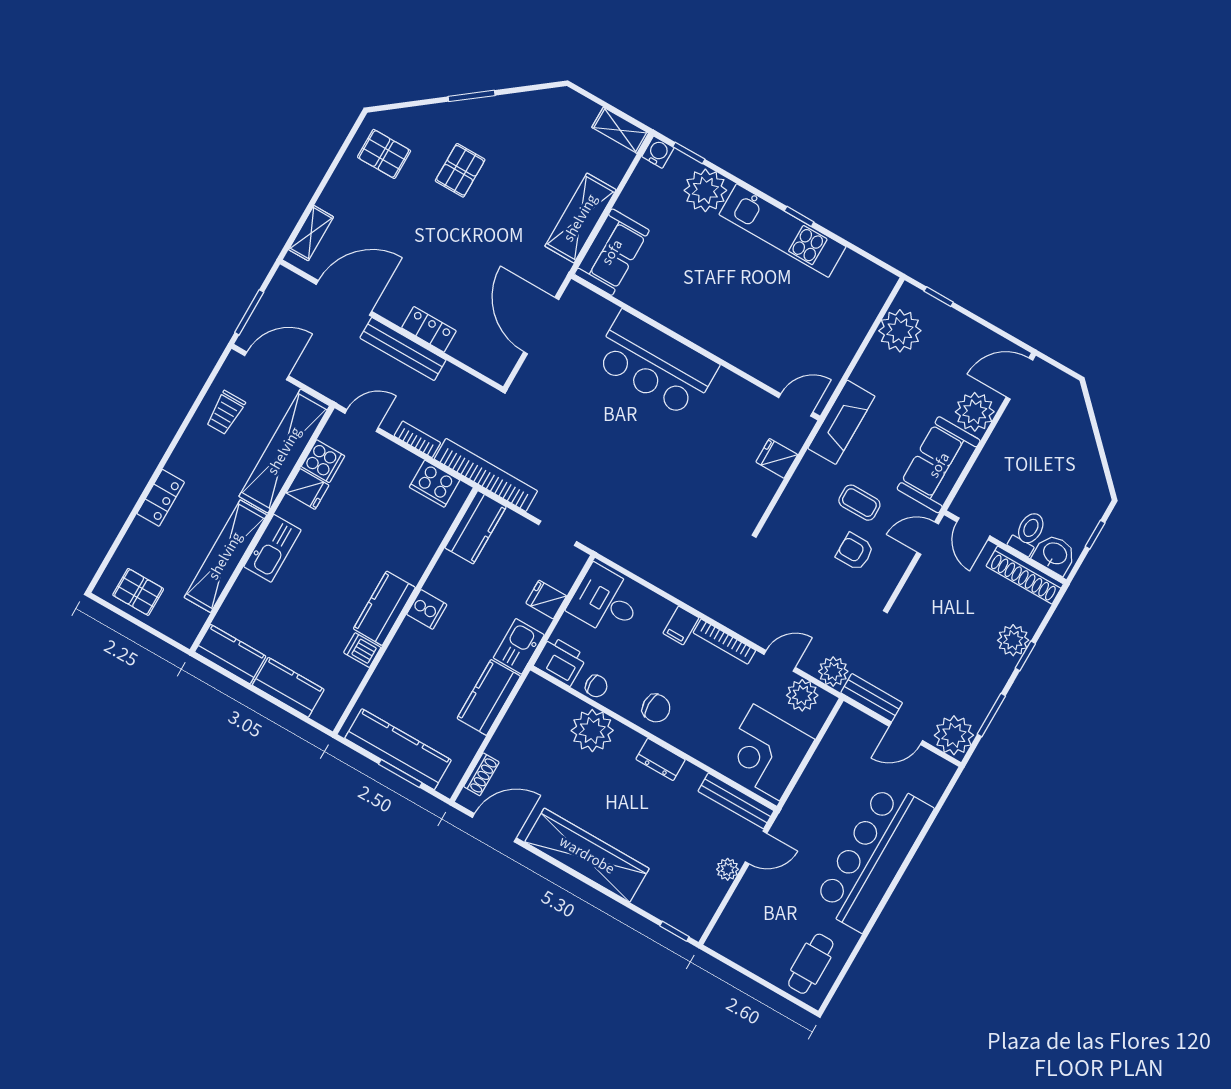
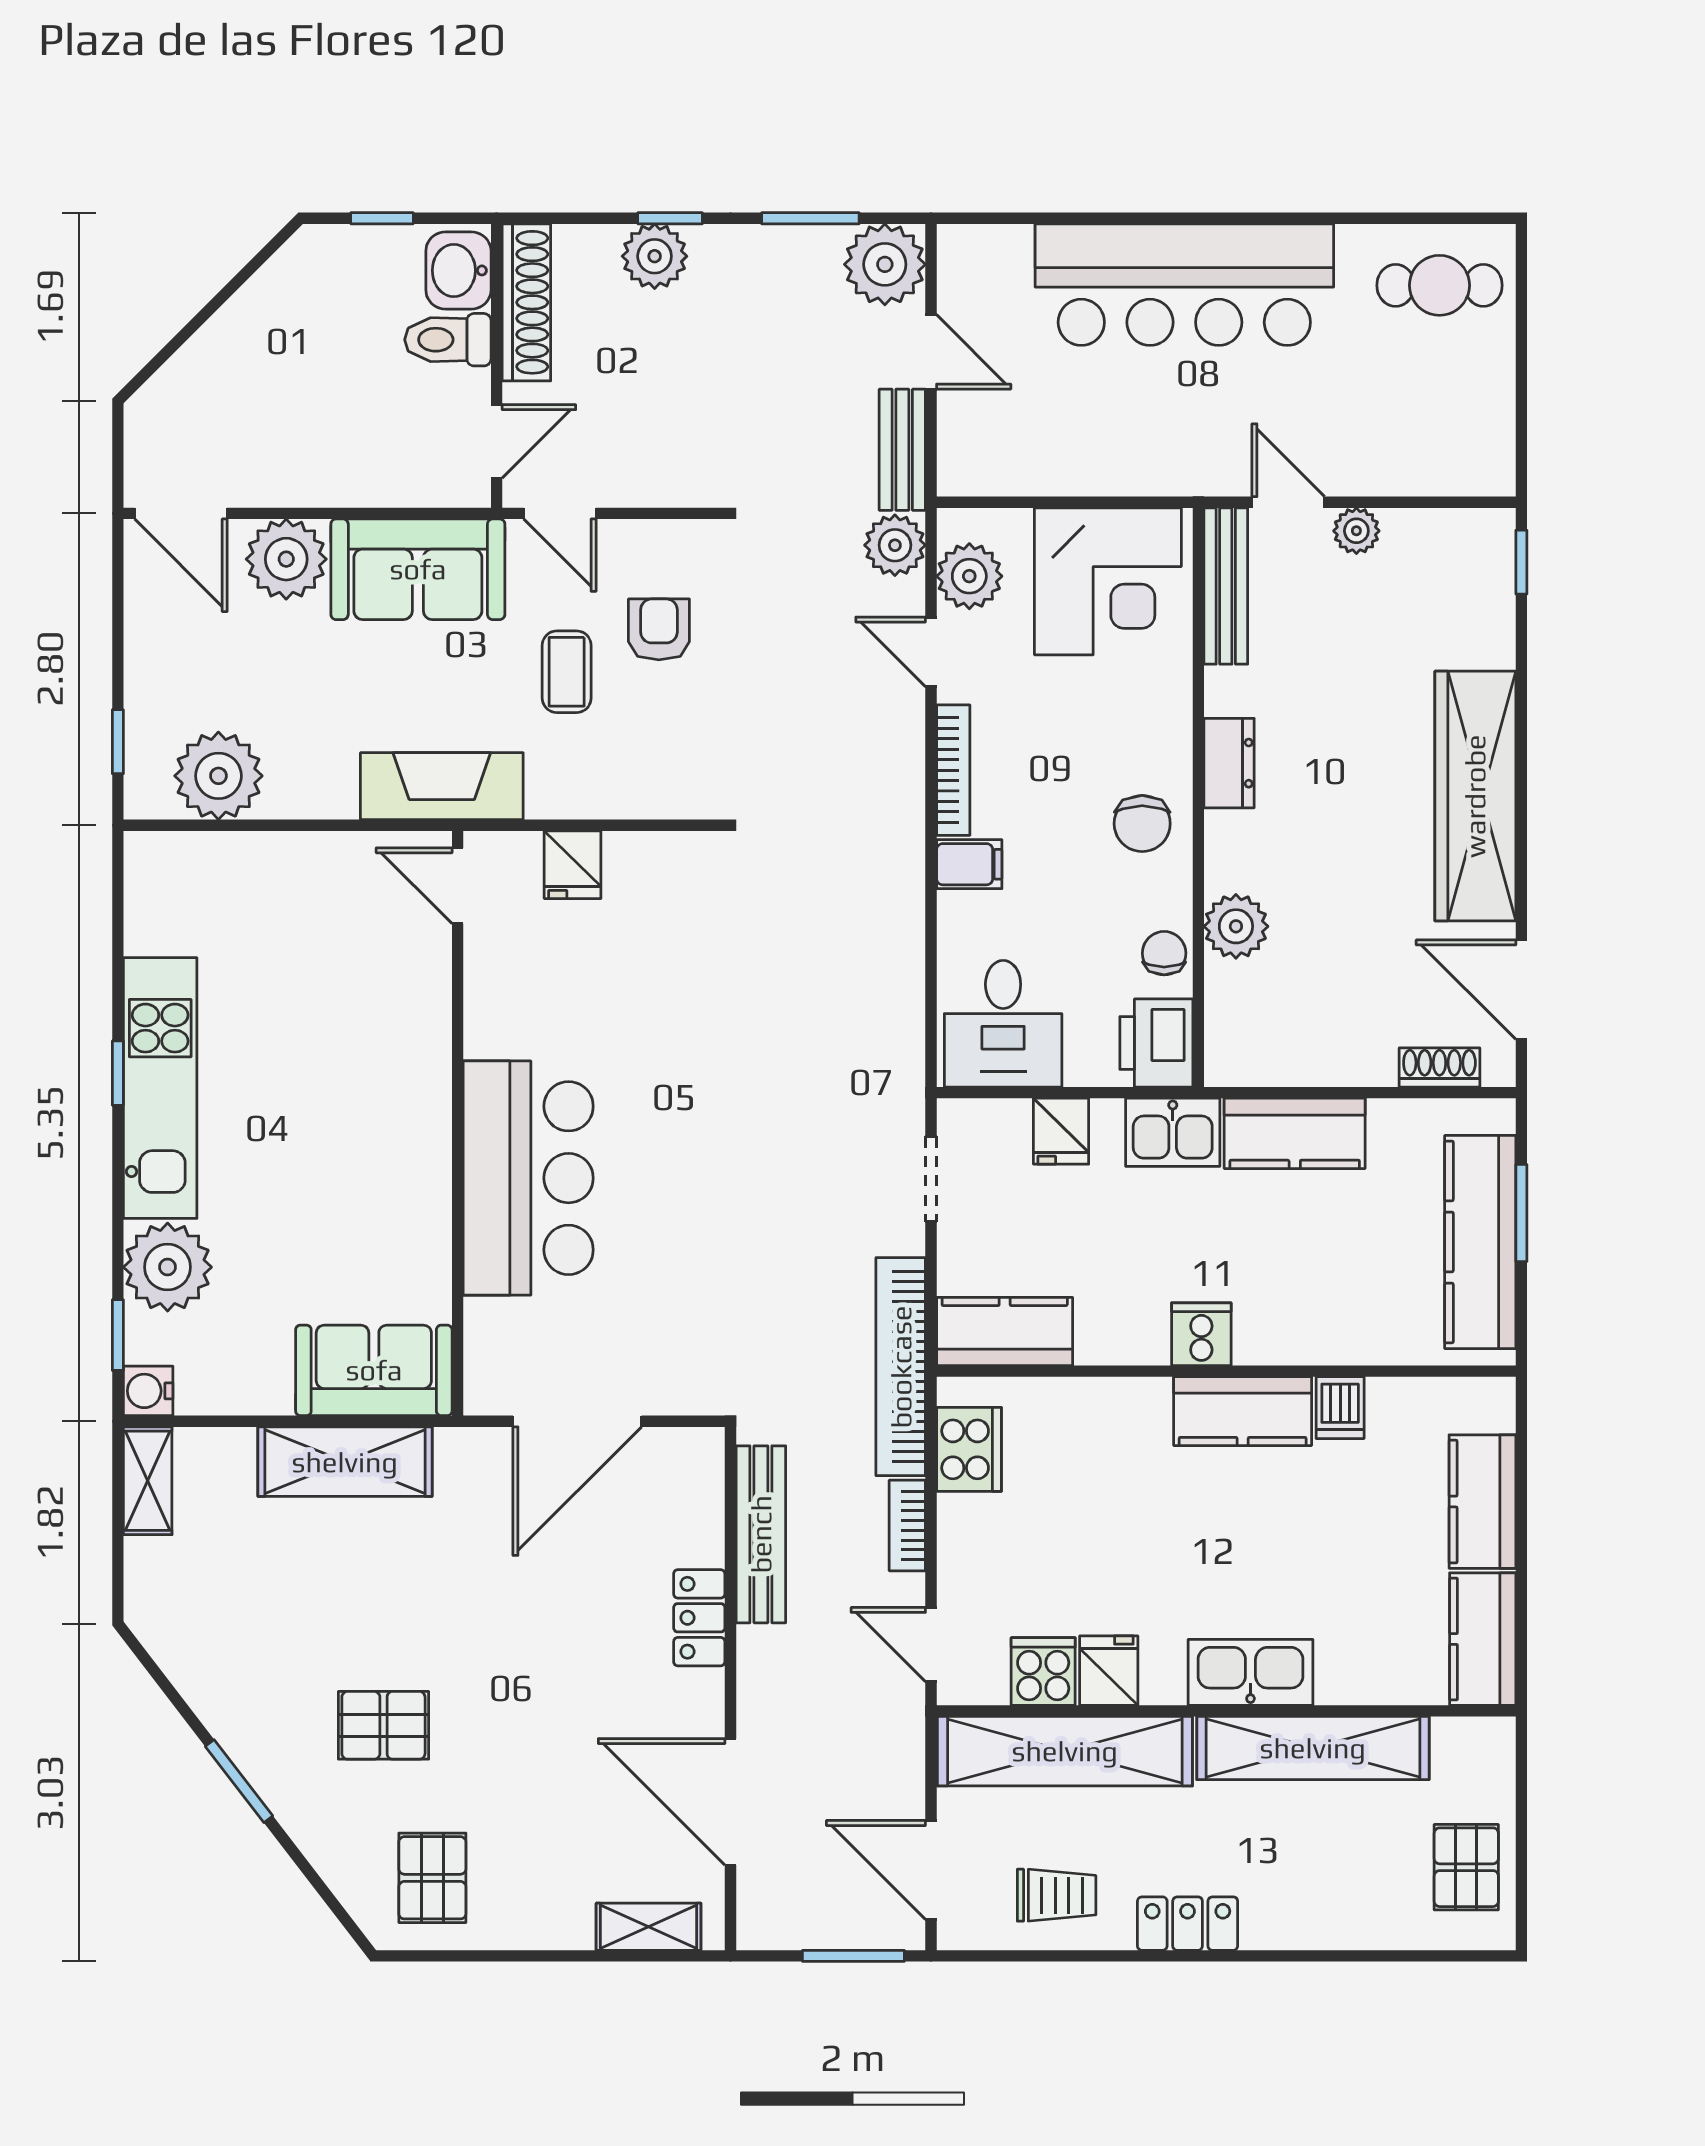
bench: (403, 349) -> (761, 1534), moved
locker: (161, 498) -> (1188, 1924), moved
armchair: (855, 552) -> (659, 629), turned 180
chair: (656, 708) -> (1142, 824), turned 180
plant: (592, 731) -> (1236, 926), width x0.73, depth x0.73

